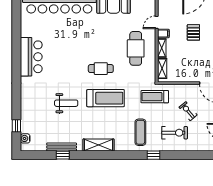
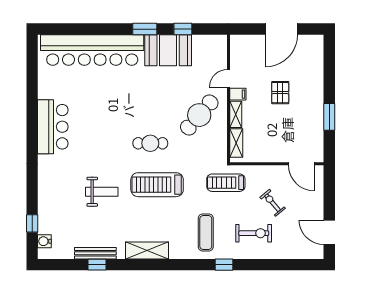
cafe table: (136, 48) -> (199, 115), turned 41
treadmill: (106, 98) -> (157, 185), turned 180

